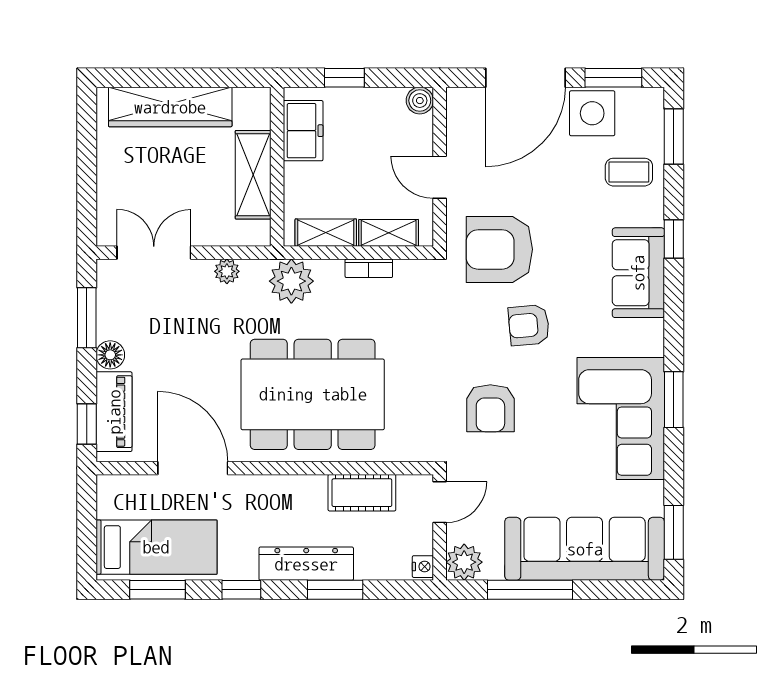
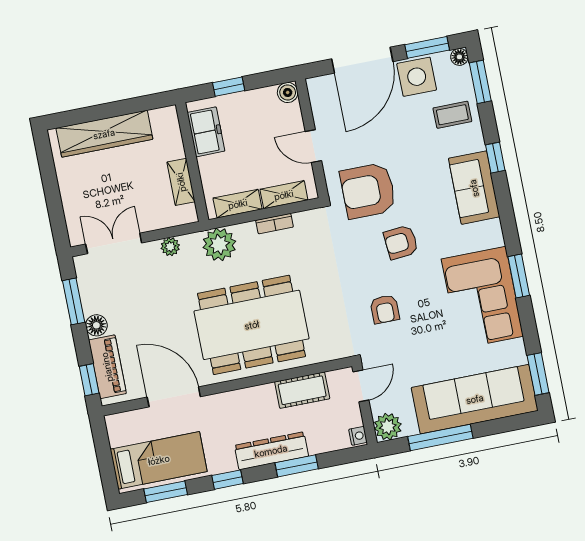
floor lamp: (653, 98) -> (459, 57), added
shelving: (253, 175) -> (181, 182), width x0.67, depth x0.75
armchair: (490, 408) -> (385, 309), width x0.72, depth x0.72

